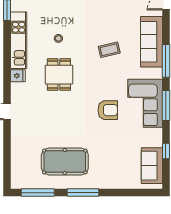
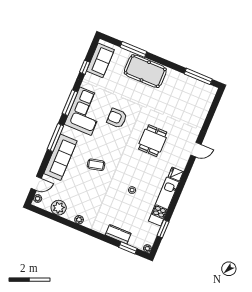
dining table: (59, 75) -> (153, 141), moved
pool table: (65, 162) -> (145, 71), moved
window: (83, 193) -> (133, 49), moved

